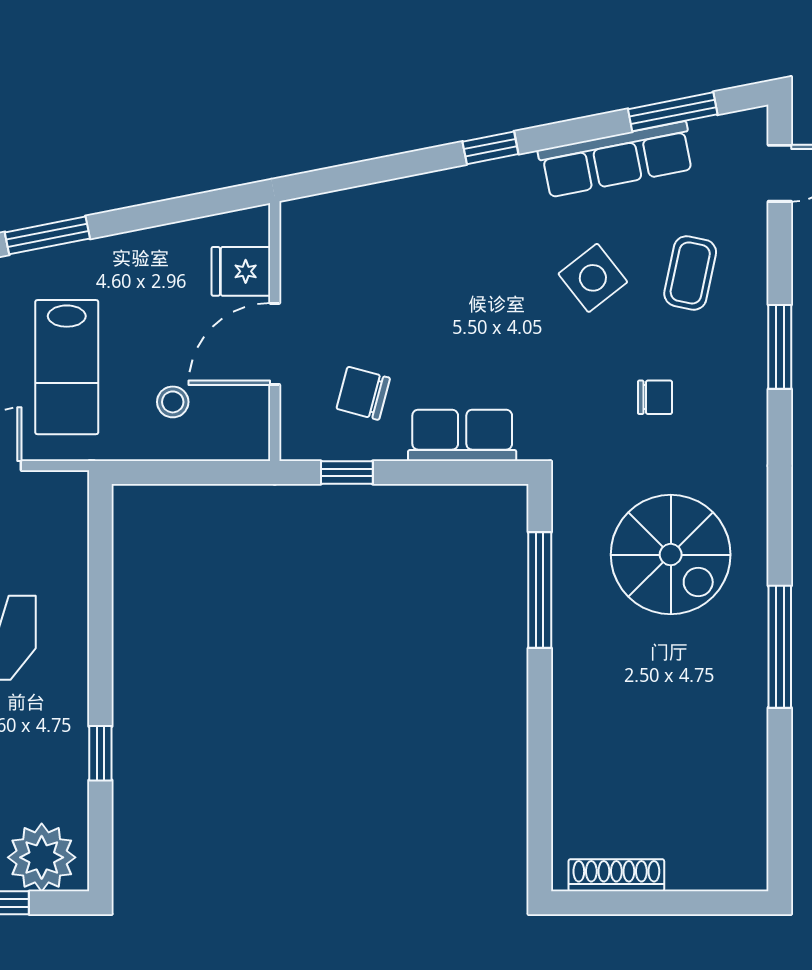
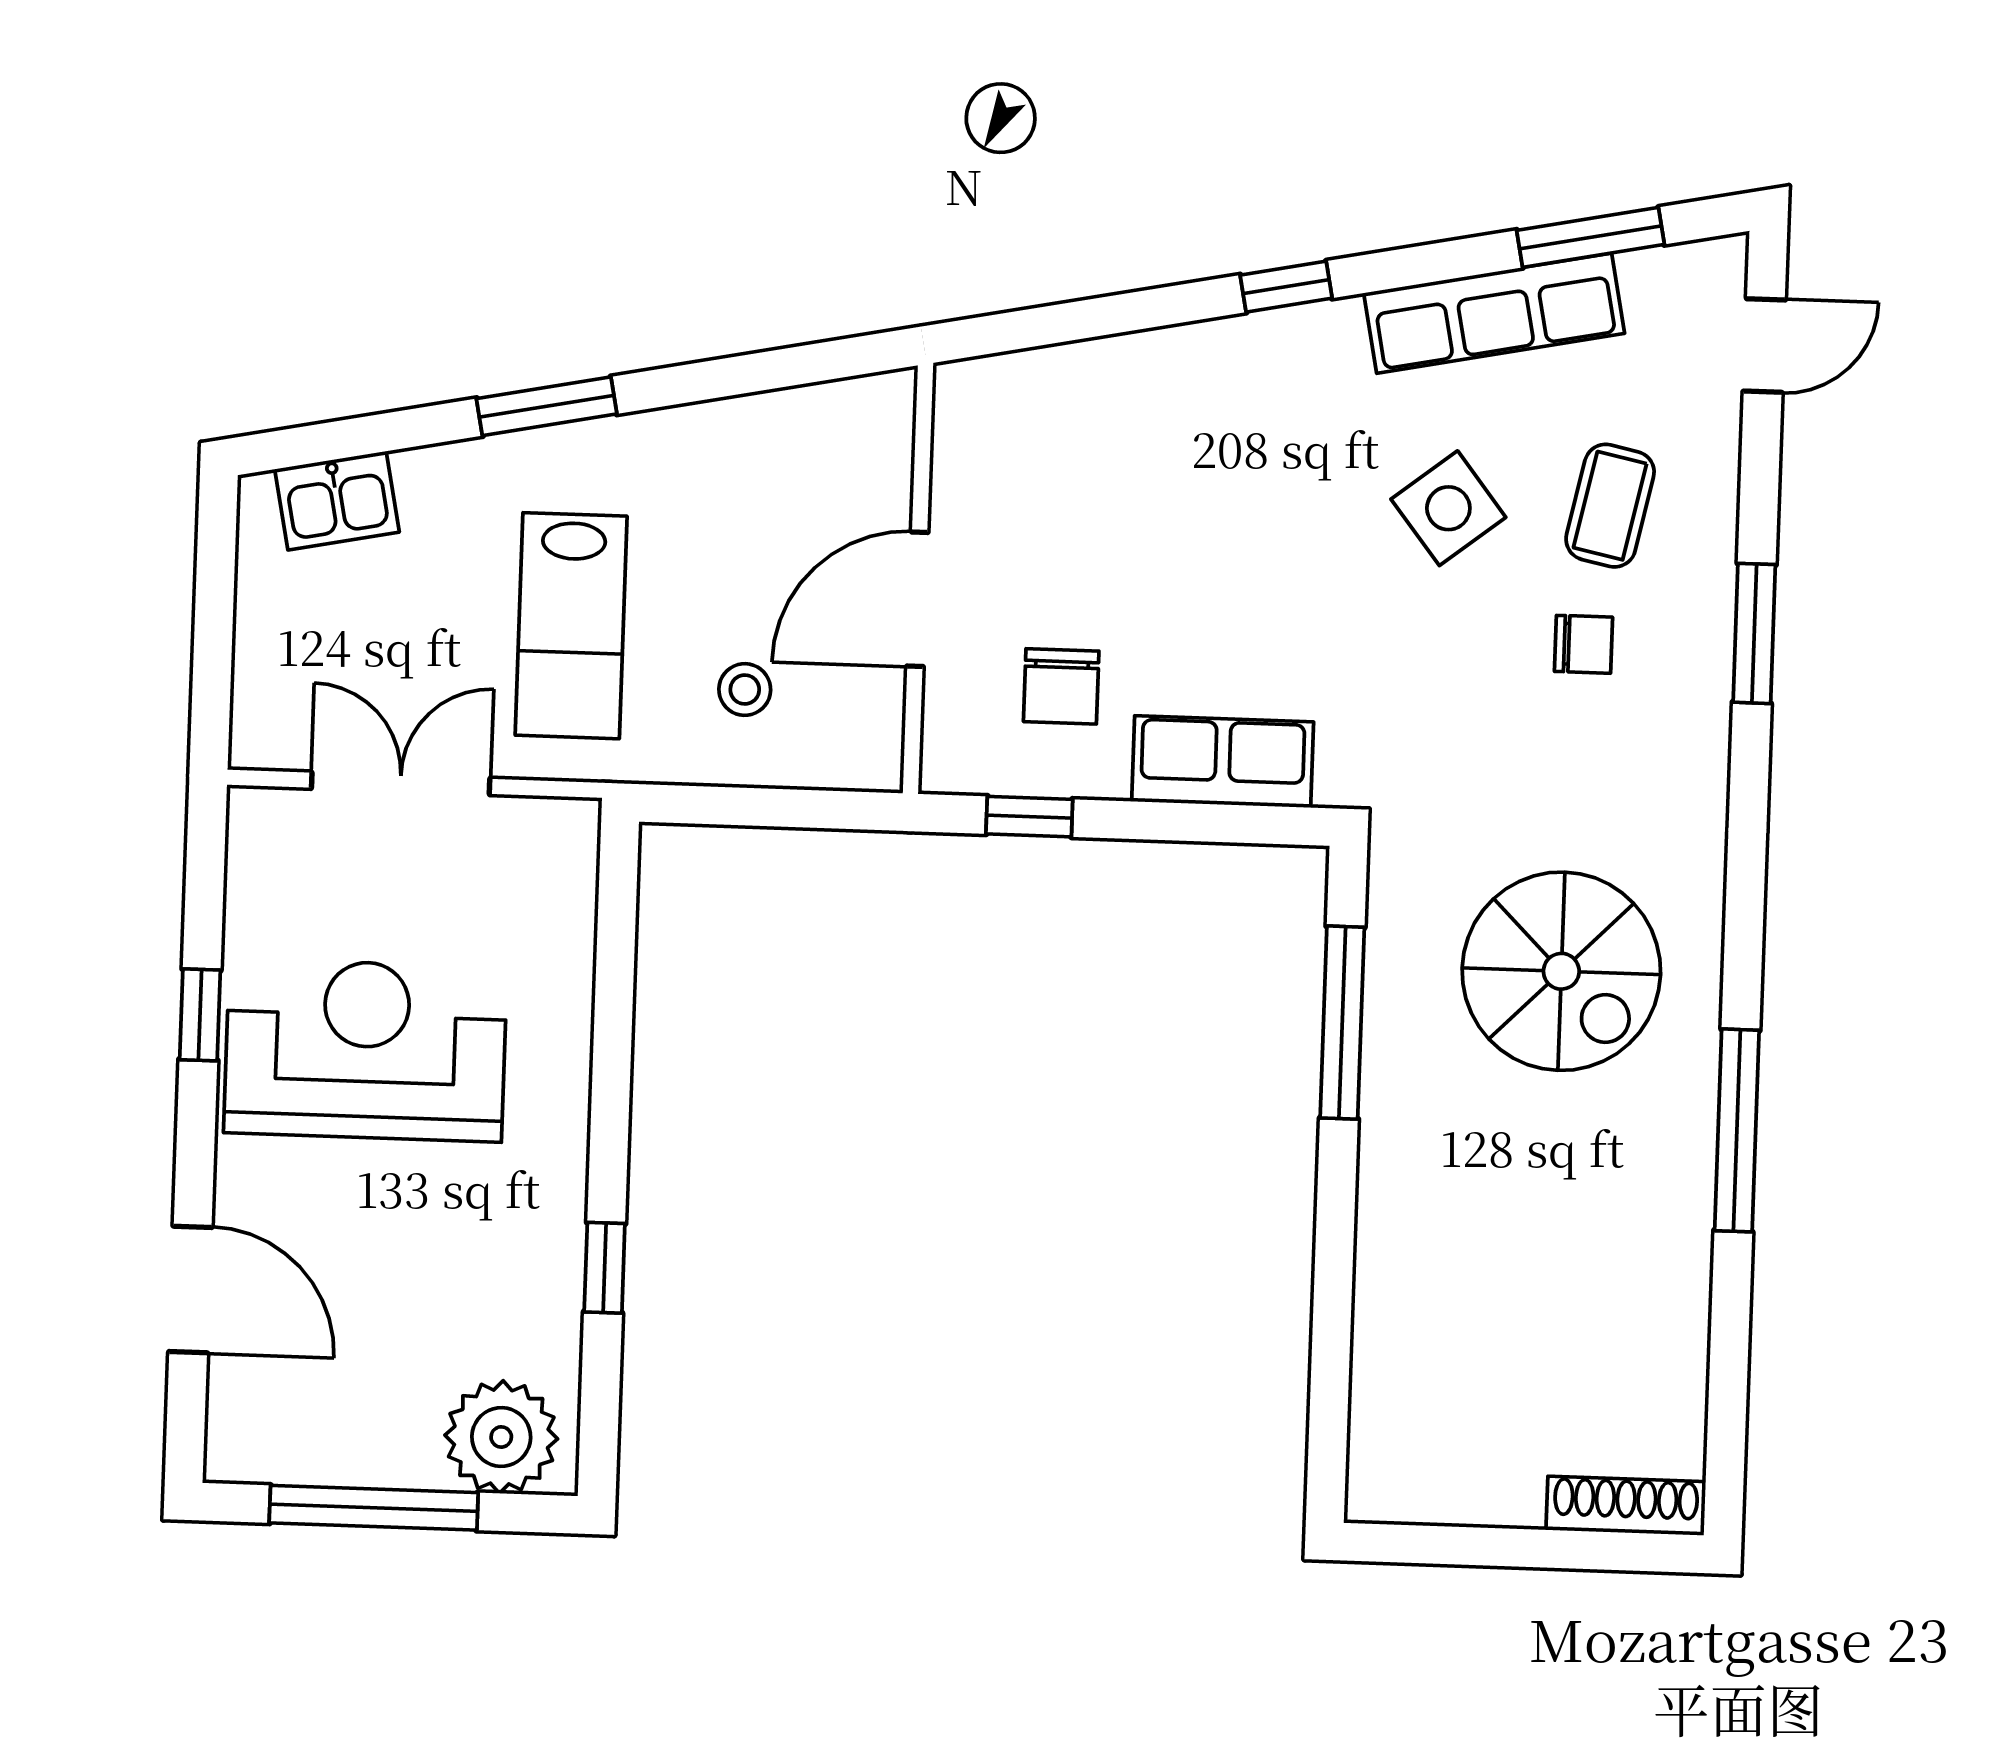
fridge: (241, 271) -> (865, 477), removed
chair: (363, 393) -> (1061, 686), turned -105
chair: (655, 397) -> (1583, 644), moved
shoe rack: (616, 875) -> (1626, 1506), moved

